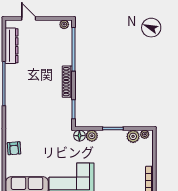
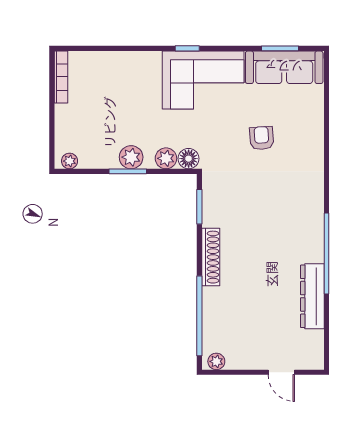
dresser: (12, 46) -> (312, 296), moved
plant: (133, 136) -> (131, 157), moved
armchair: (14, 148) -> (262, 138), moved

